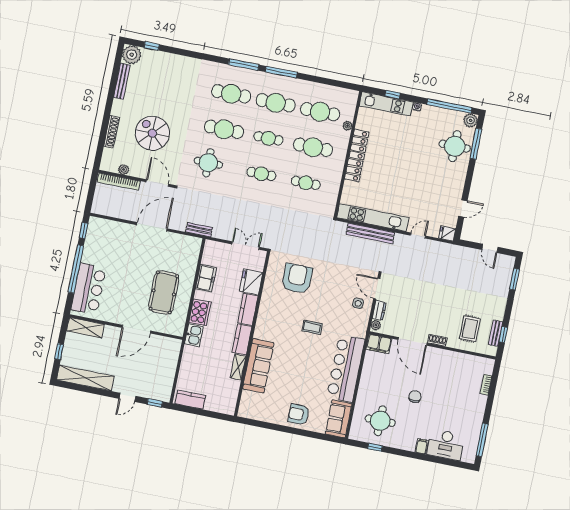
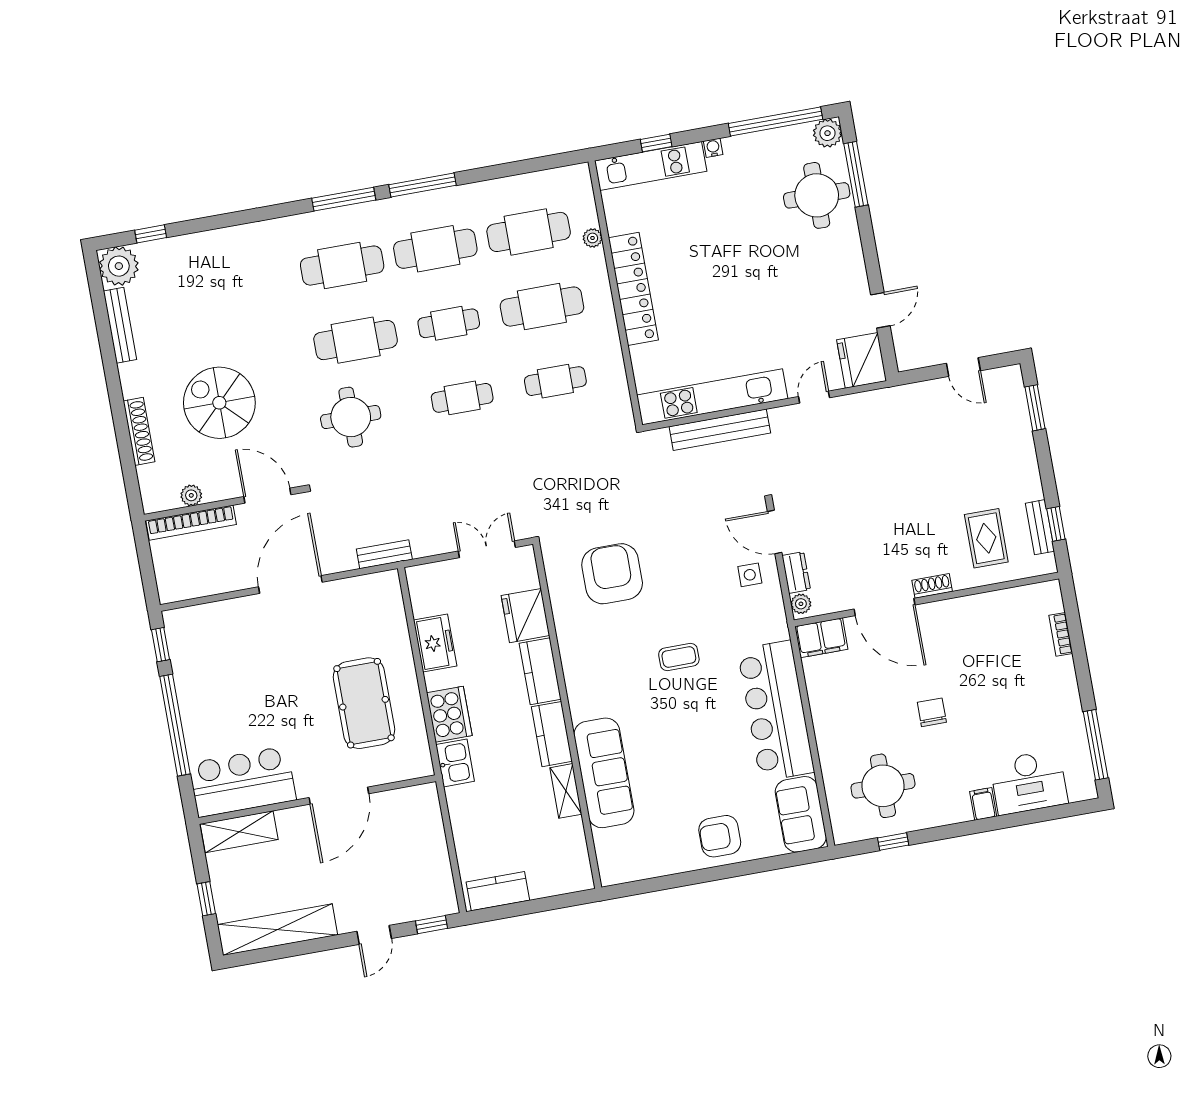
fridge: (447, 234) -> (862, 360), width x1.88, depth x1.34
bar counter: (88, 289) -> (242, 782), moved, turned -90

